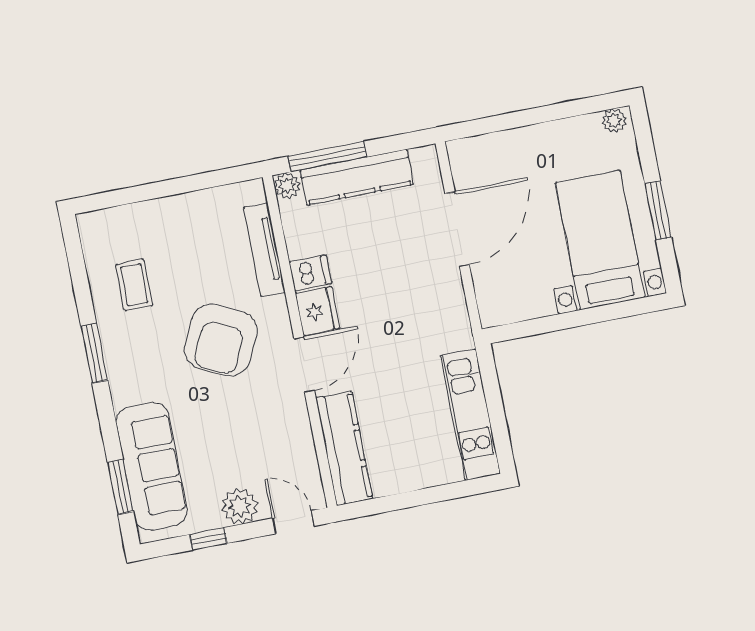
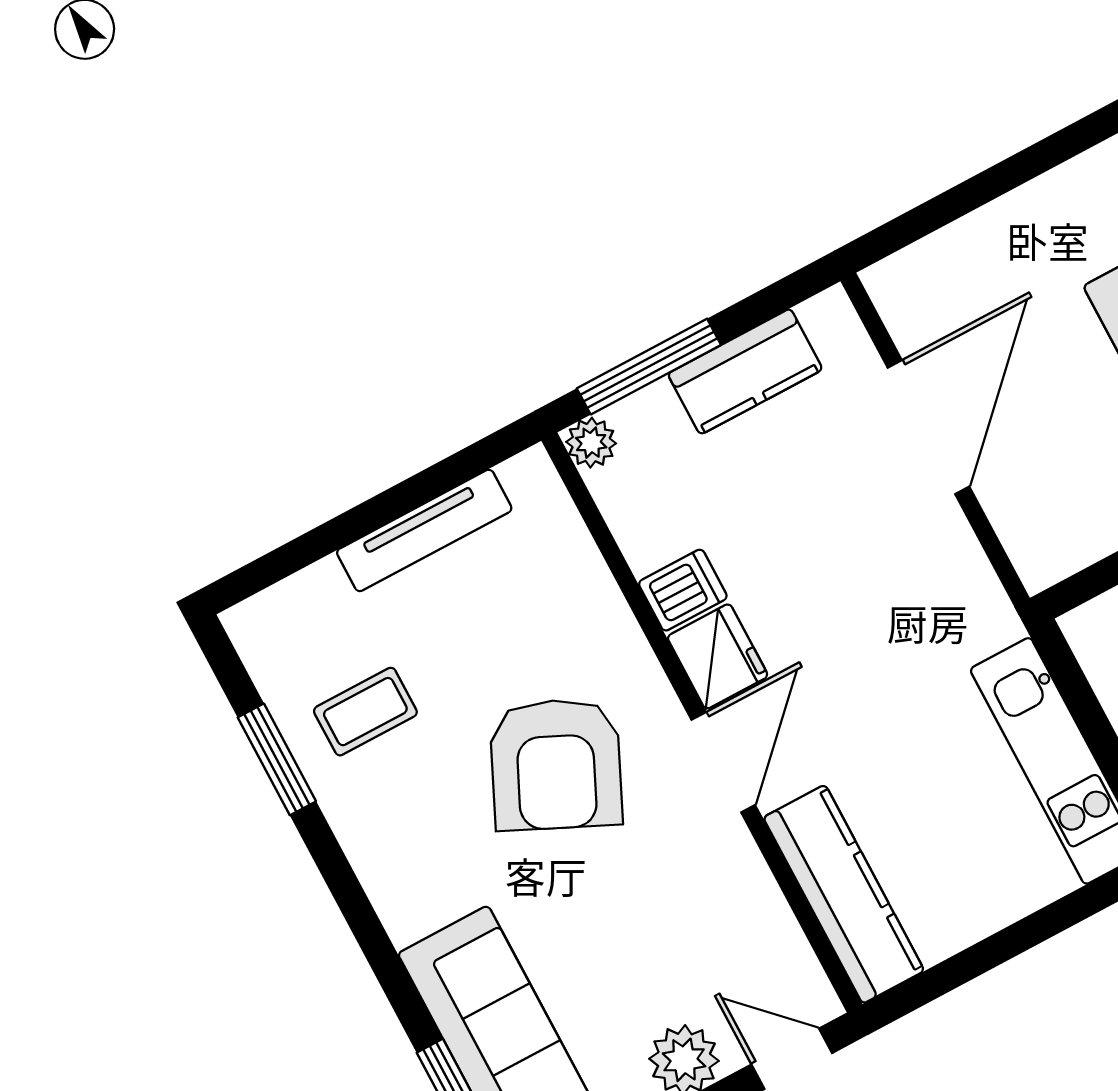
kitchen counter: (357, 177) -> (745, 372), width x0.67
tv unit: (264, 250) -> (424, 530), moved, turned -90
coffee table: (134, 285) -> (365, 712), turned 90
window: (94, 353) -> (277, 759), moved

